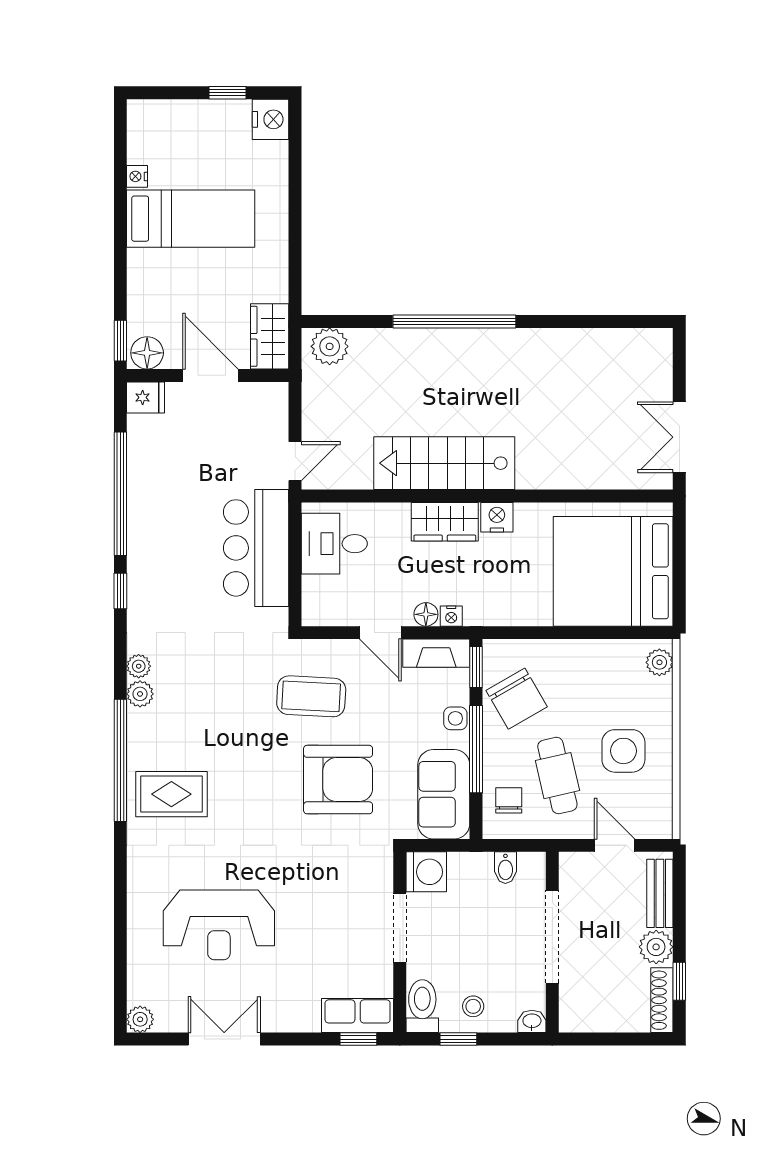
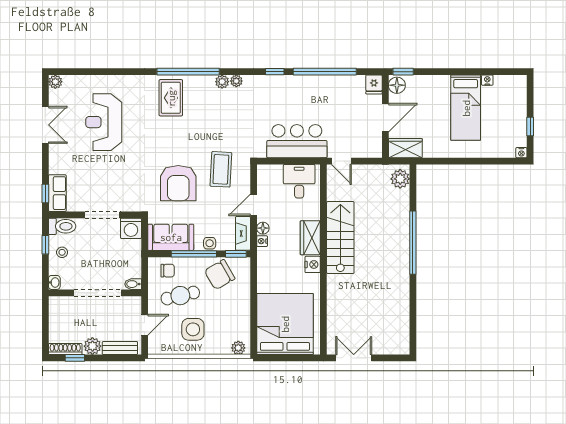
nightstand: (271, 119) -> (521, 153), width x0.53, depth x0.56
bidet: (505, 868) -> (133, 284), moved

